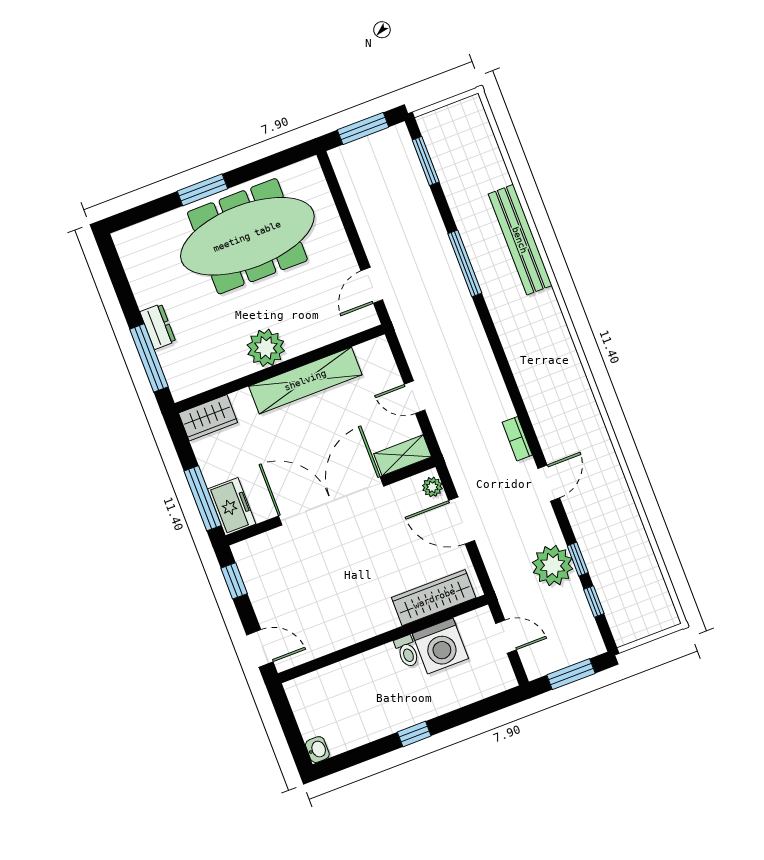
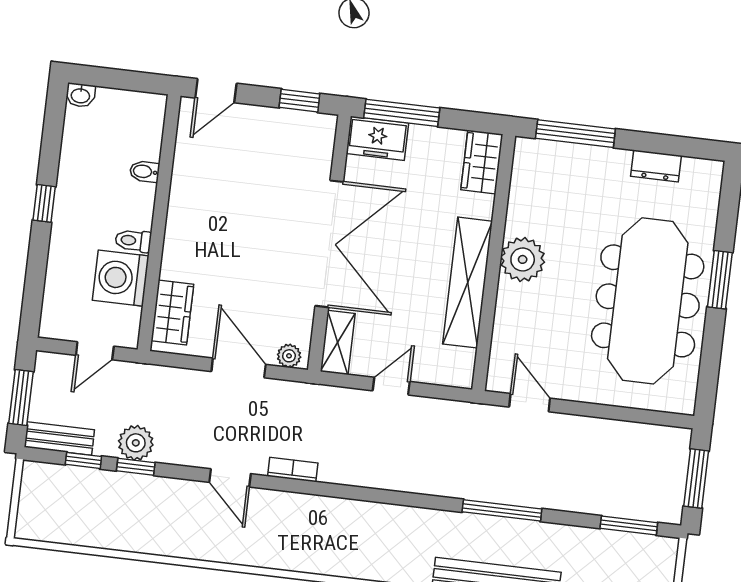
dresser: (158, 327) -> (656, 166), moved
door: (462, 520) -> (239, 368), hinge flipped
plant: (553, 566) -> (136, 443), width x0.73, depth x0.73
wardrobe: (434, 598) -> (172, 313), width x0.67
bench: (587, 629) -> (59, 438), added
bidet: (350, 670) -> (145, 172), added

